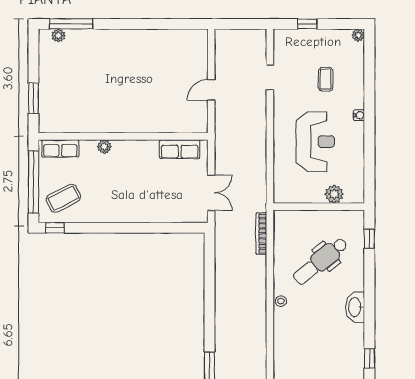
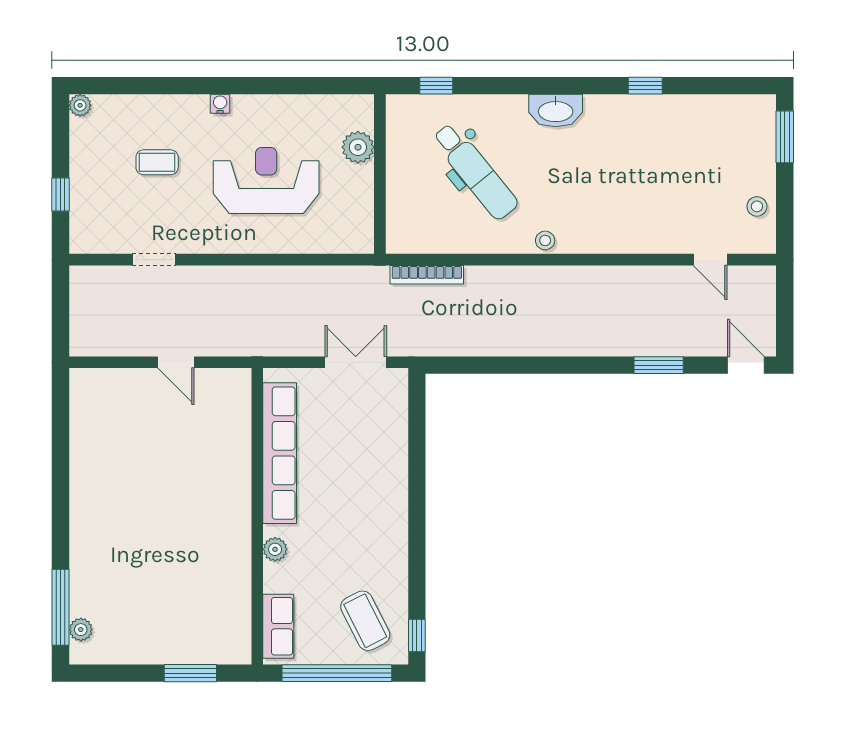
row of seats: (180, 149) -> (280, 453), width x2.02

